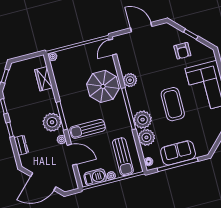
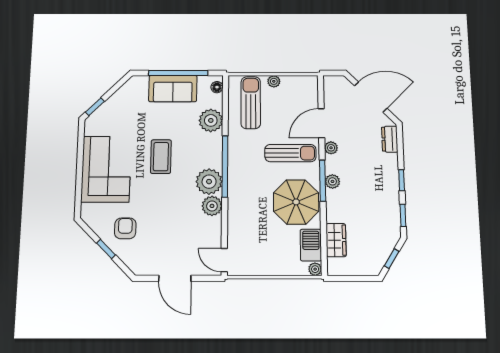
door: (113, 47) -> (224, 260), swing flipped
parasol: (103, 86) -> (296, 202), moved
coffee table: (173, 104) -> (161, 157), width x0.73, depth x0.76
plant: (143, 120) -> (209, 182), moved
plant: (52, 122) -> (332, 181), width x0.53, depth x0.53
dresser: (21, 145) -> (390, 139), moved
door: (72, 155) -> (321, 123), hinge flipped
barbecue: (95, 177) -> (311, 245), moved, turned 90

